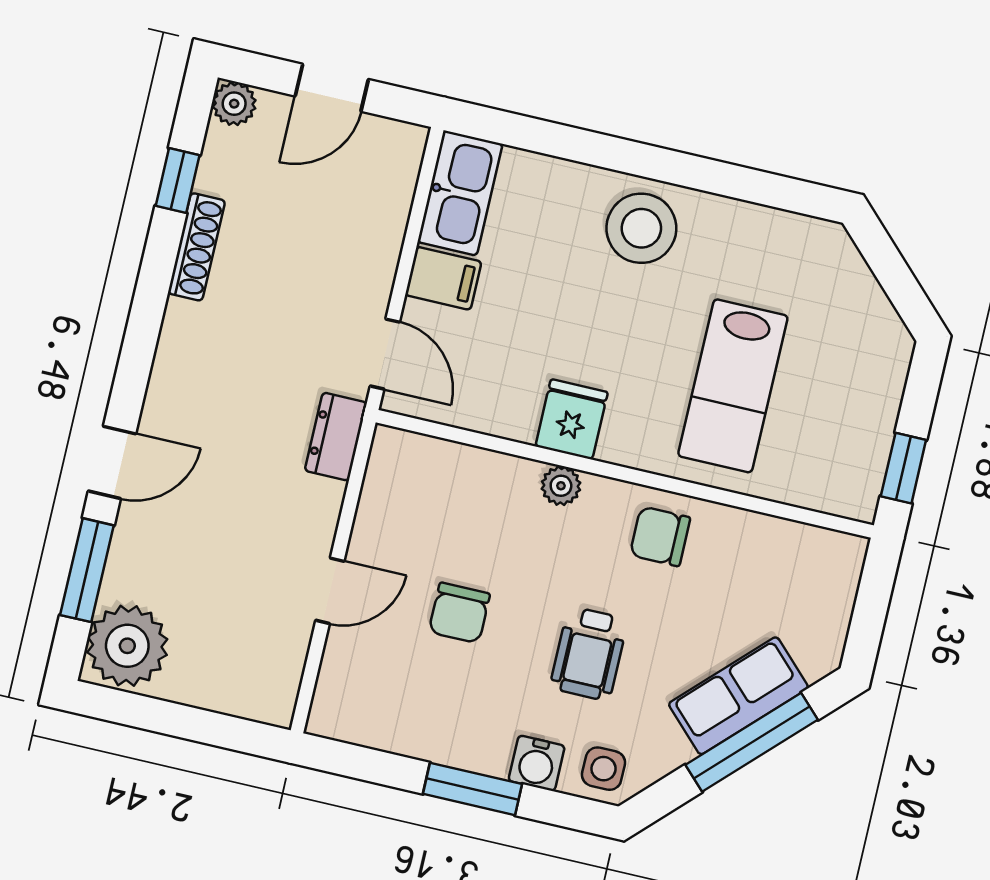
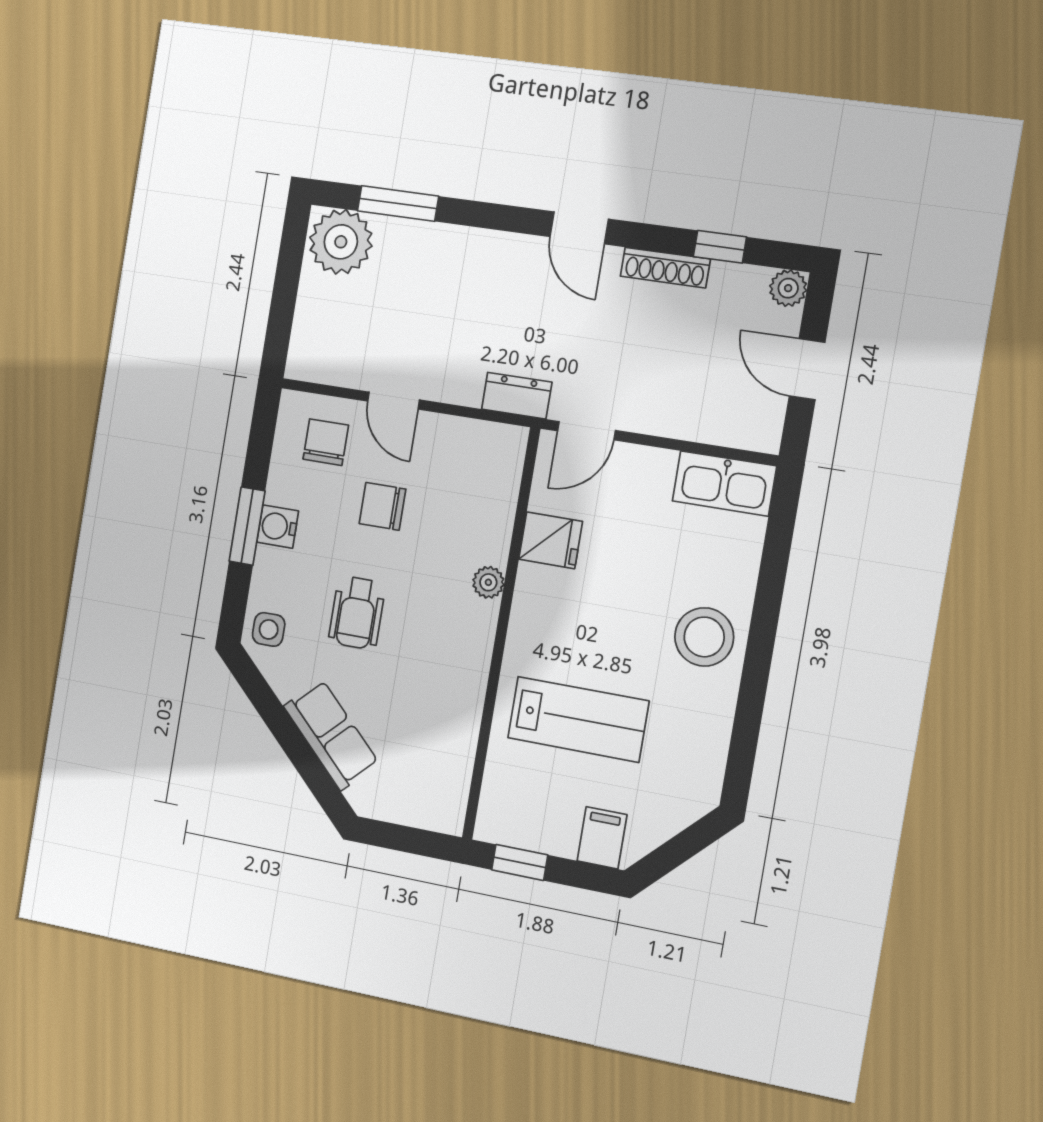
filing cabinet: (443, 278) -> (602, 838), moved, turned 180
lab bench: (733, 386) -> (578, 719), turned 180
fridge: (572, 419) -> (551, 540), moved
door: (112, 462) -> (579, 228), moved
chair: (660, 536) -> (326, 442), moved
wheelchair: (589, 654) -> (357, 613), turned -90
window: (752, 742) -> (296, 747), removed
water cooler: (537, 763) -> (278, 526), moved

